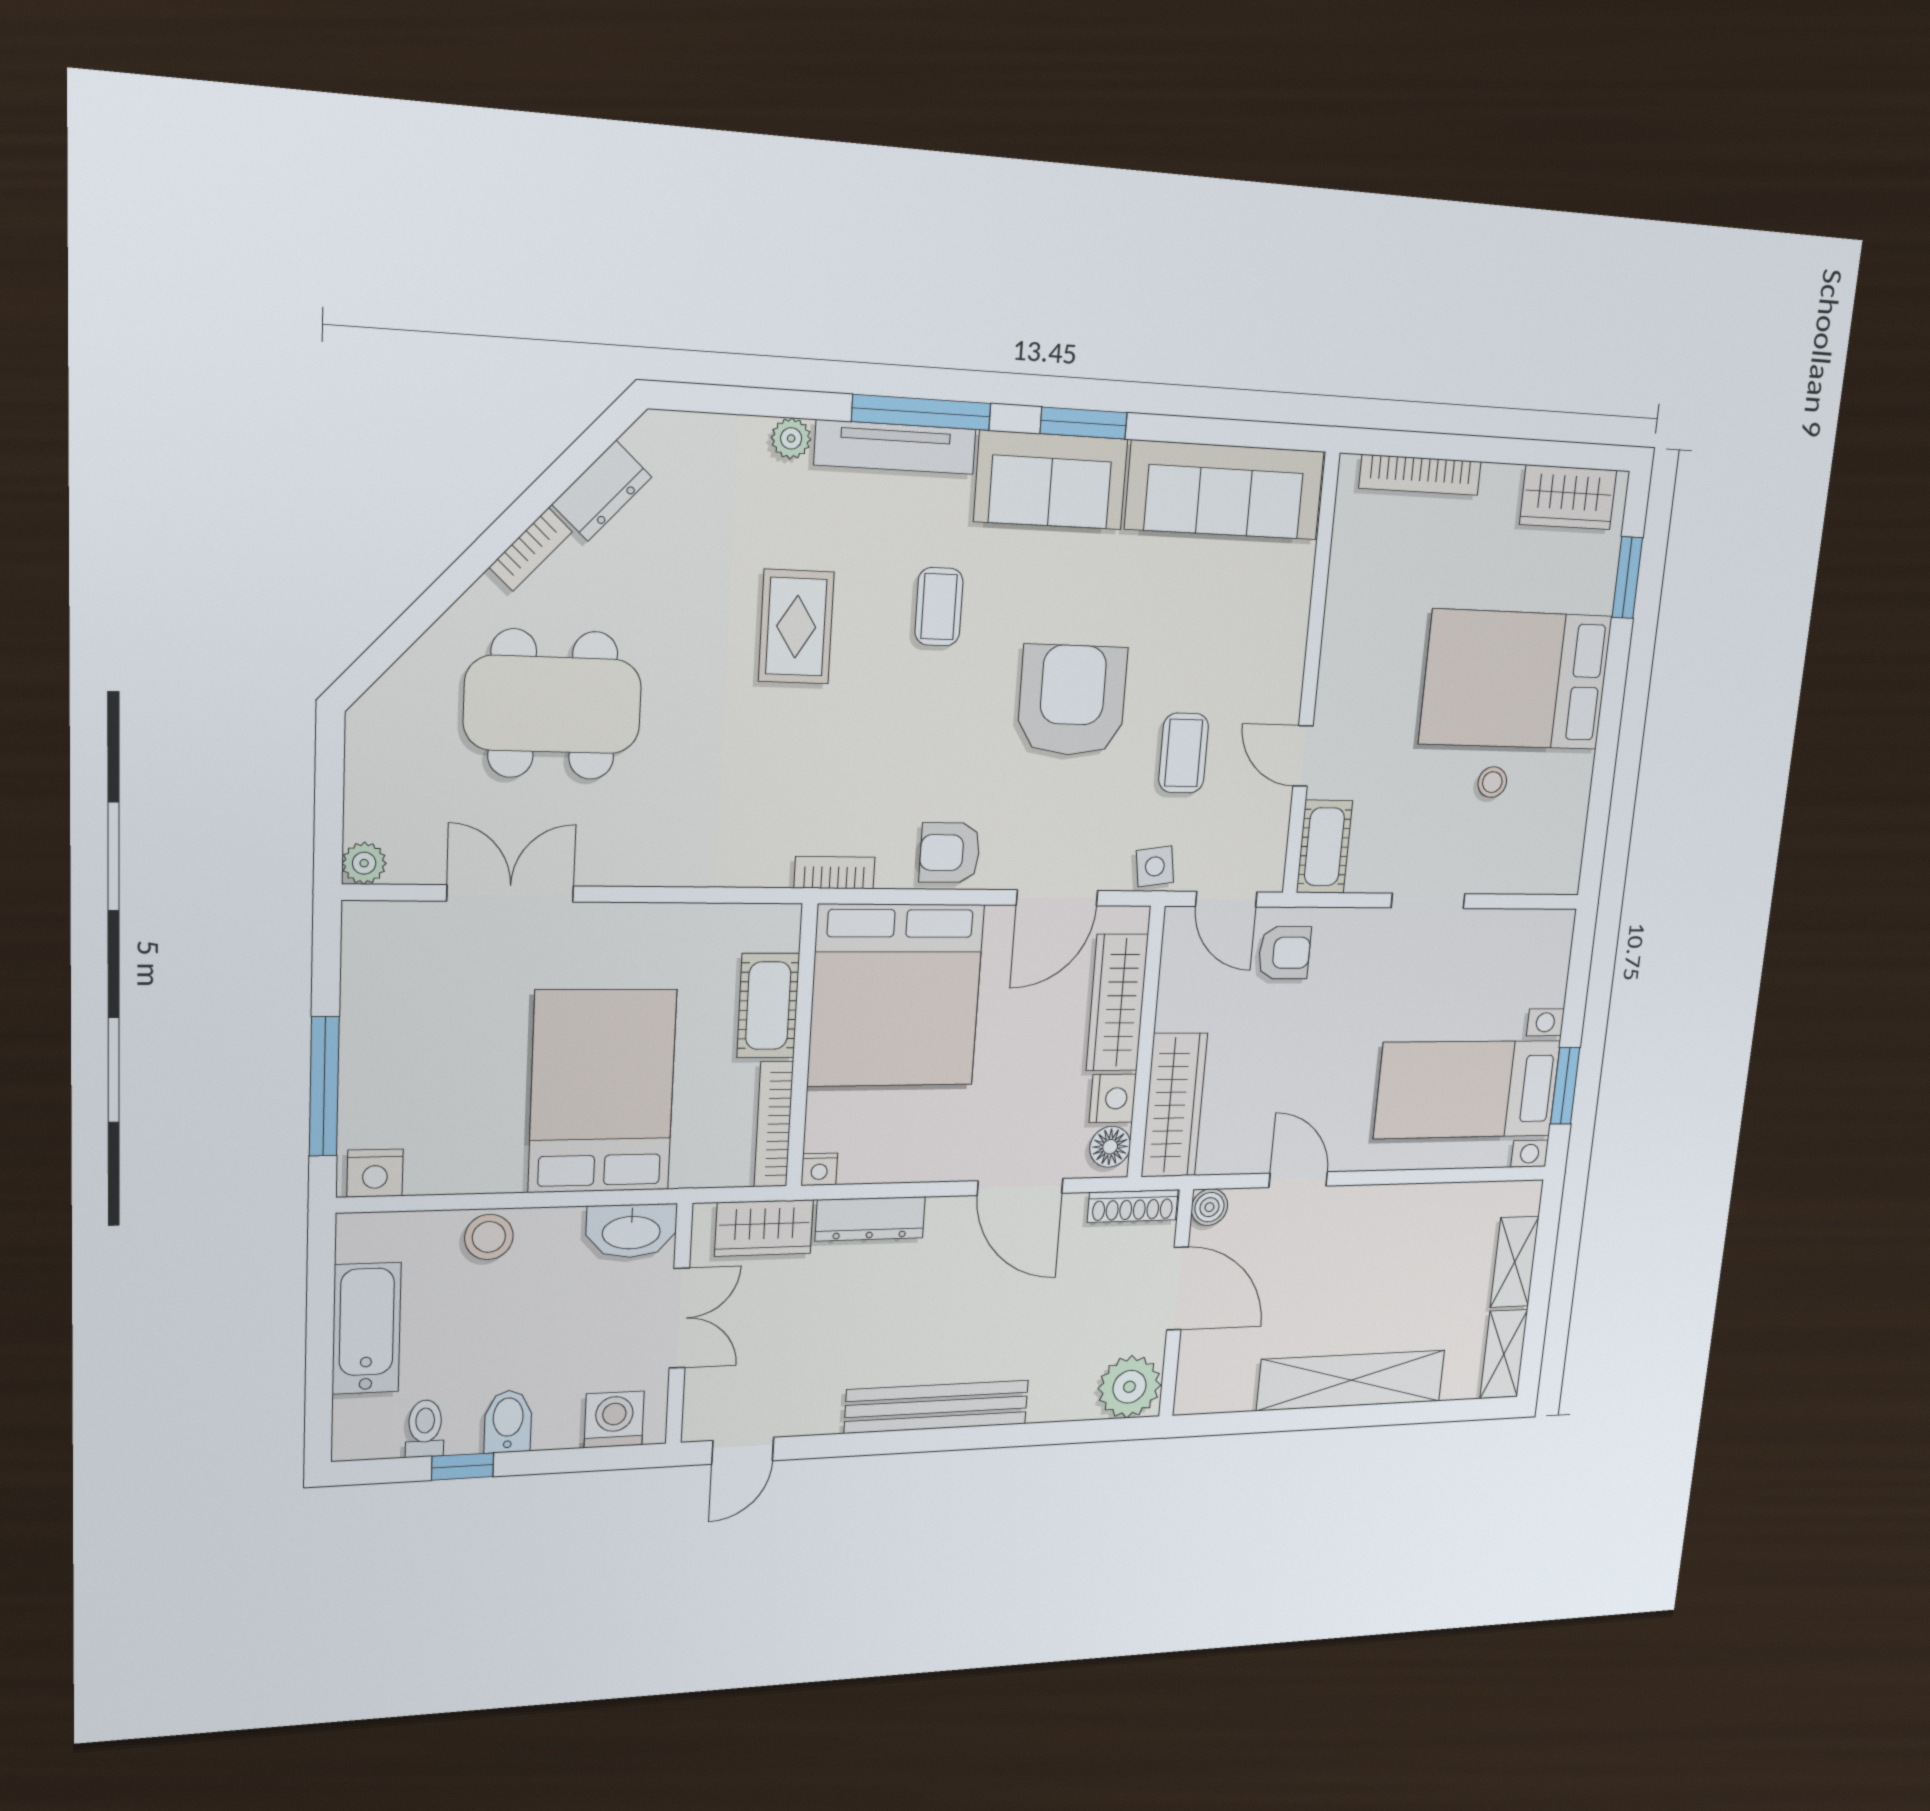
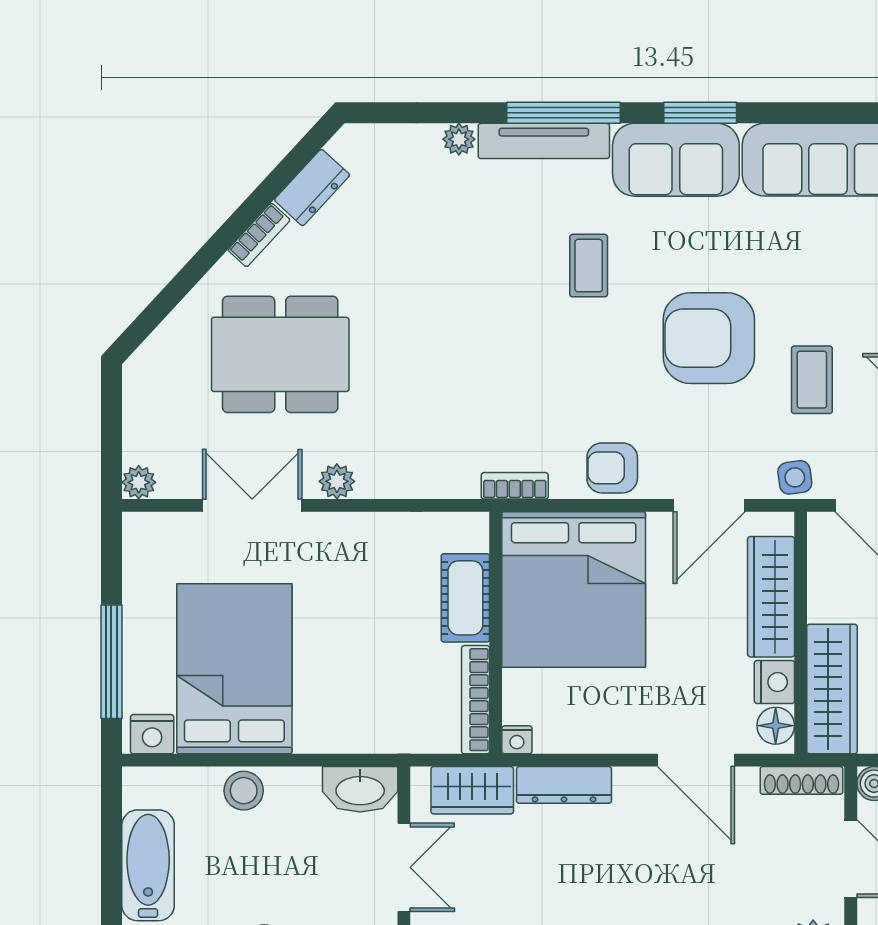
rug: (796, 627) -> (471, 286), removed
armchair: (1072, 700) -> (709, 338), turned -90
plant: (618, 865) -> (337, 481), added
bed: (602, 1091) -> (234, 669), moved

